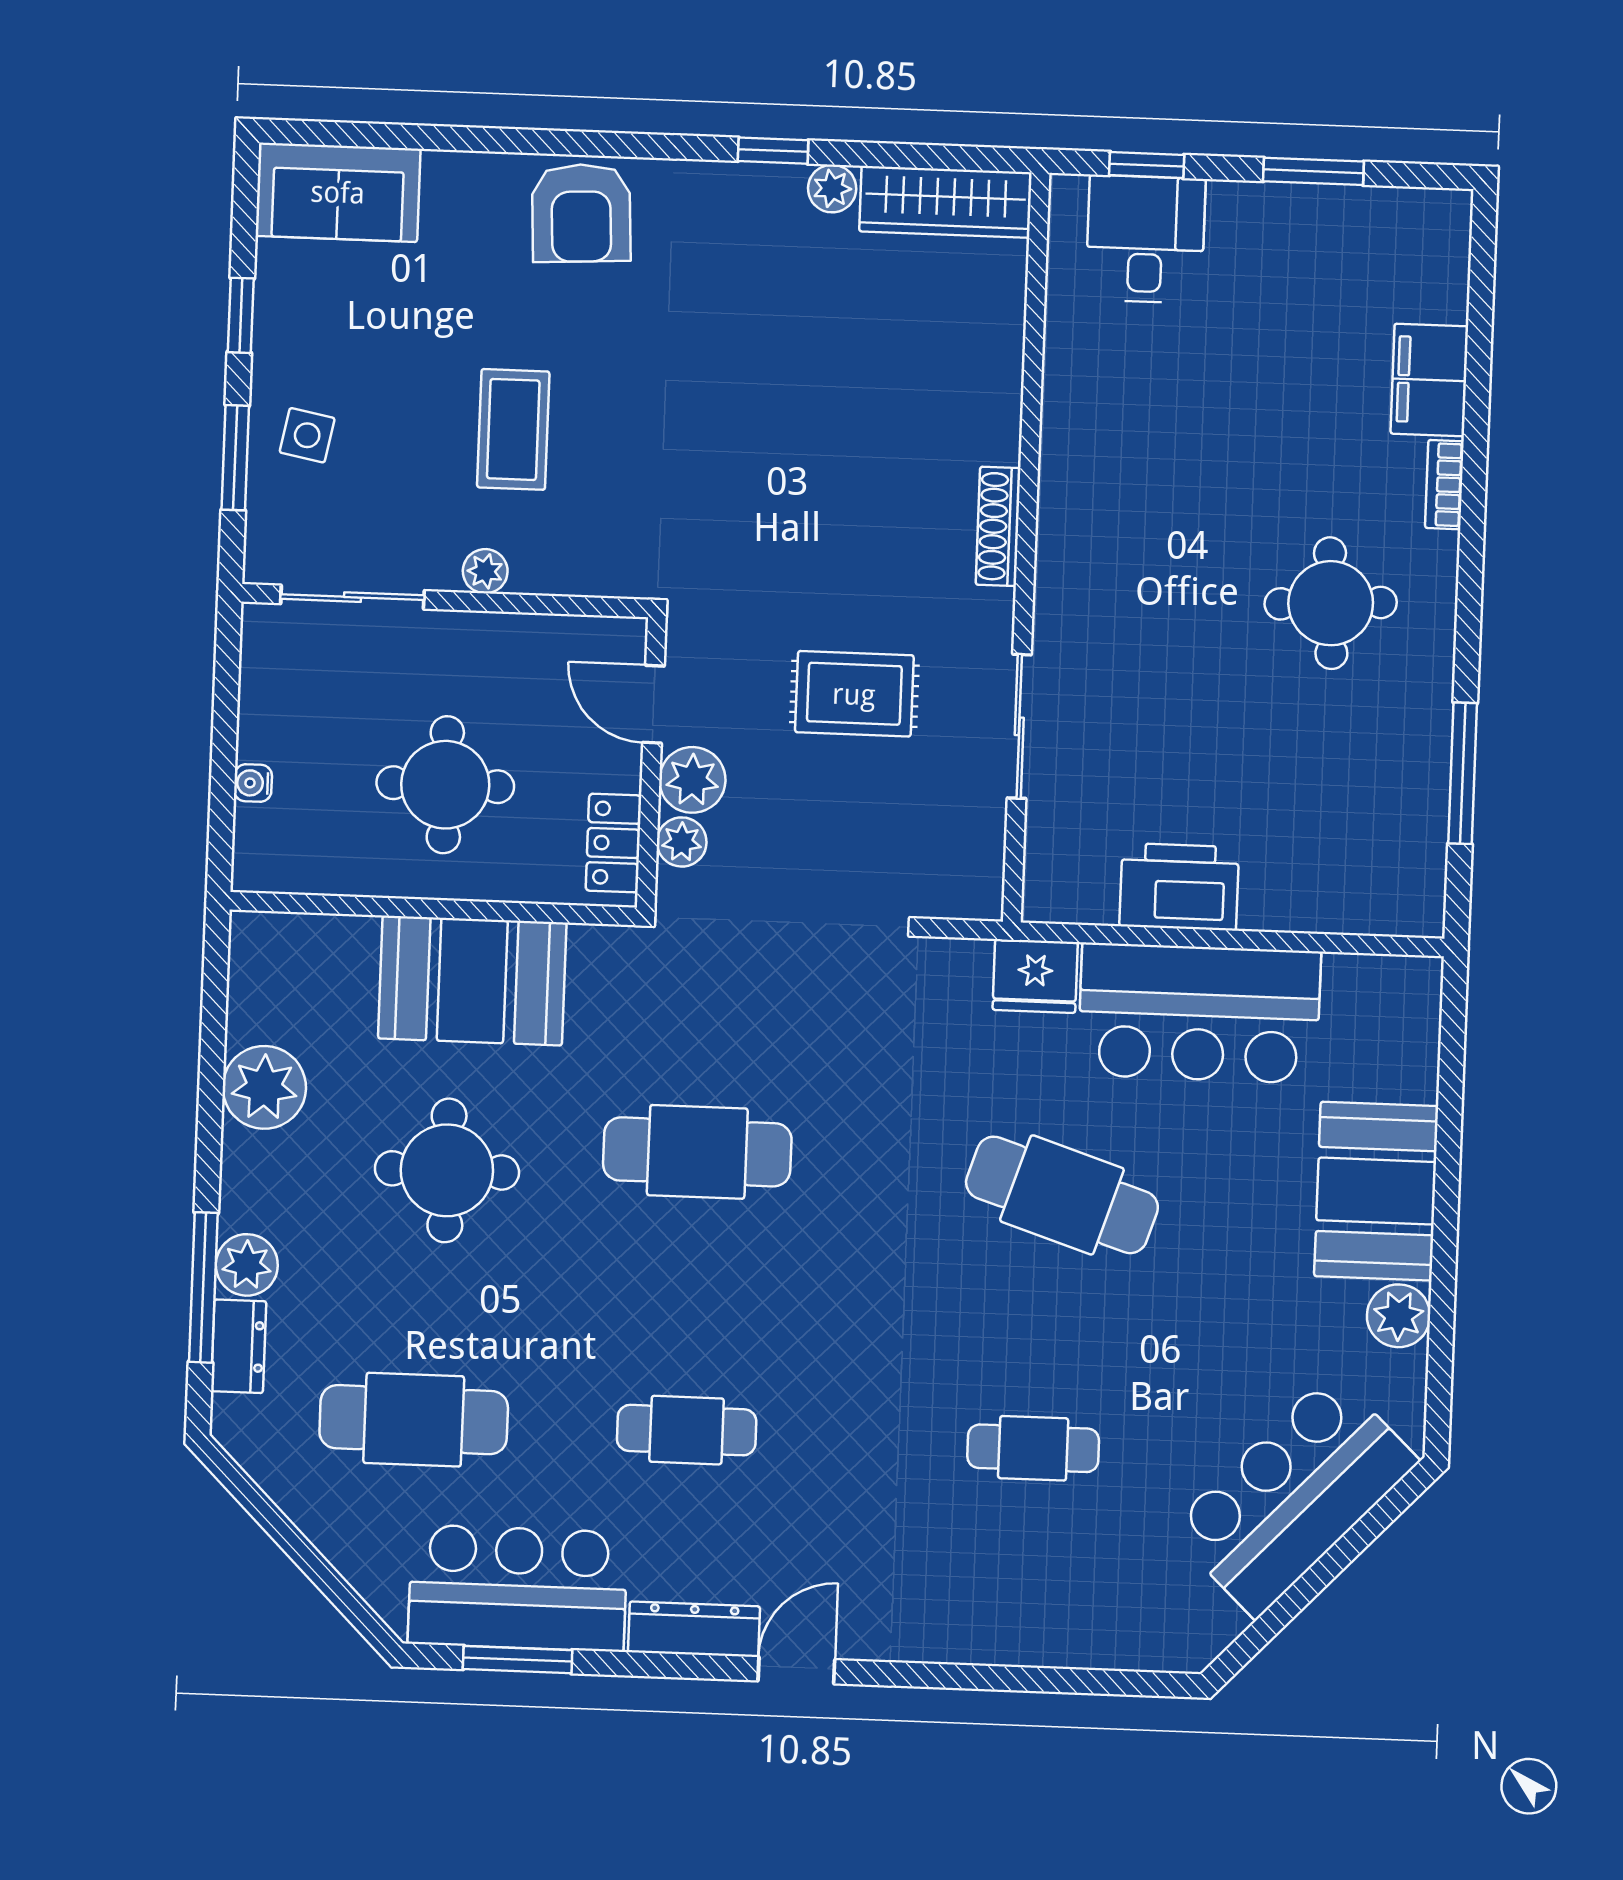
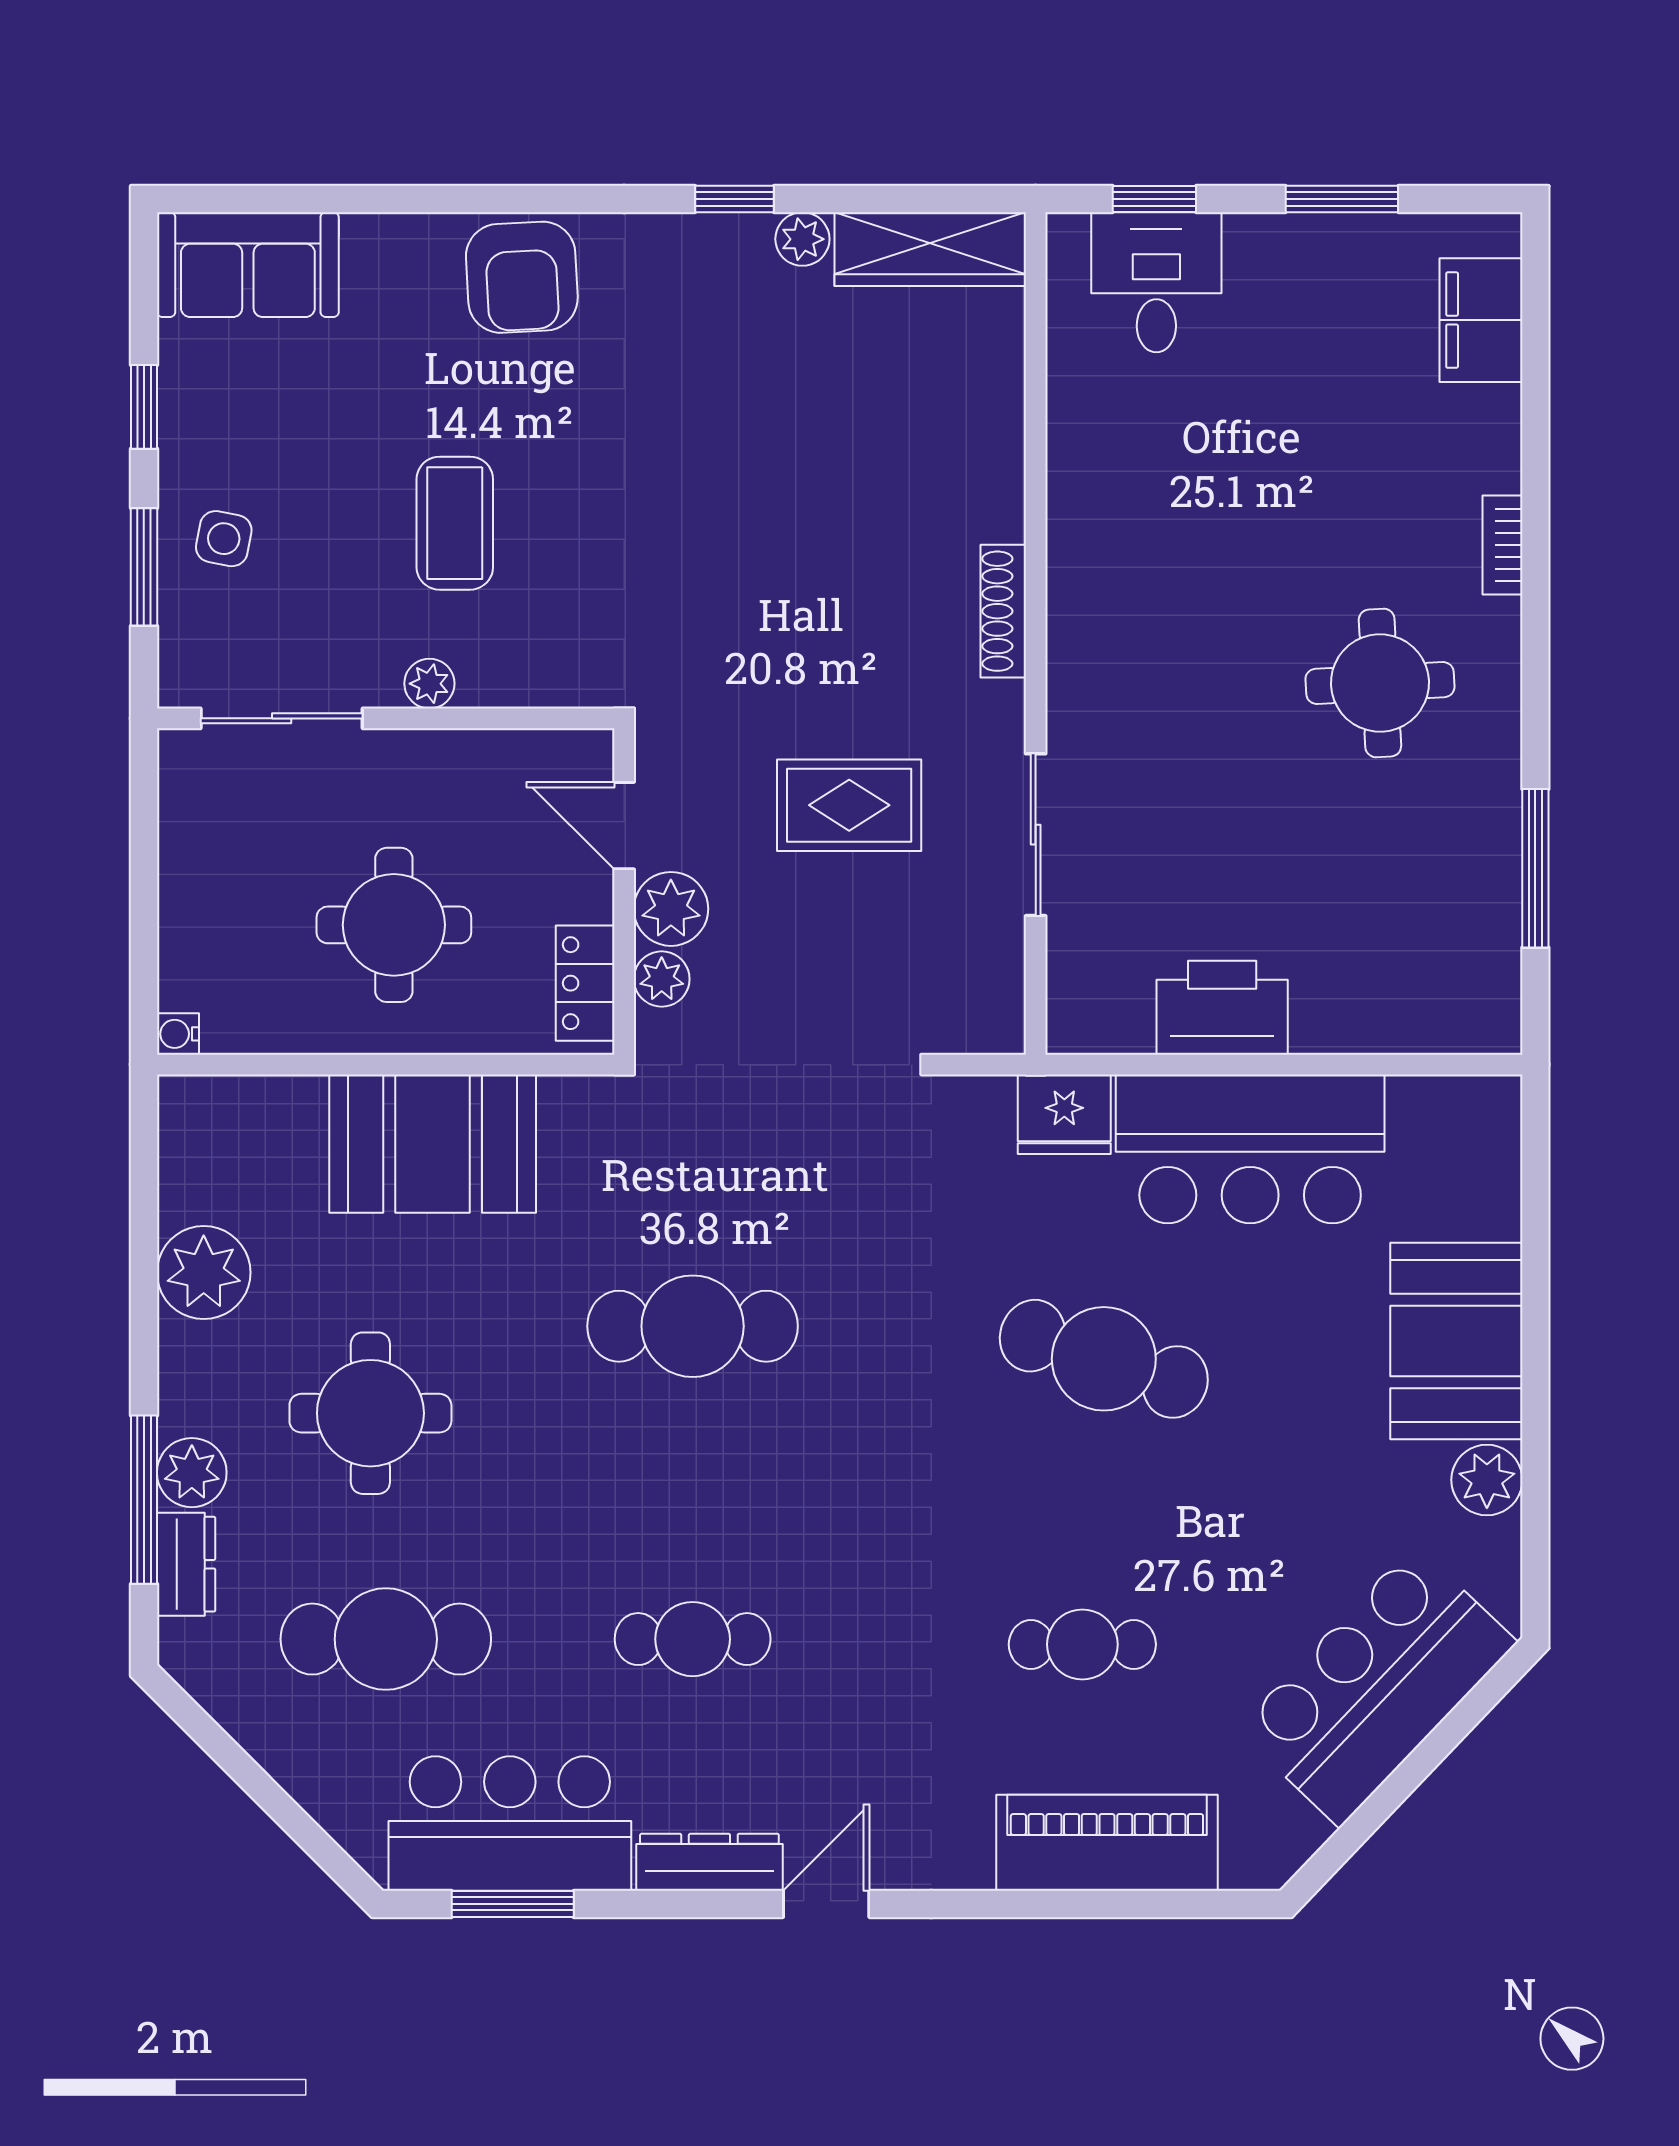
filing cabinet: (1429, 380) -> (1481, 320), moved
water cooler: (253, 783) -> (178, 1034), moved
round table: (447, 1170) -> (370, 1413), moved
piano: (1048, 1626) -> (1107, 1843), added

